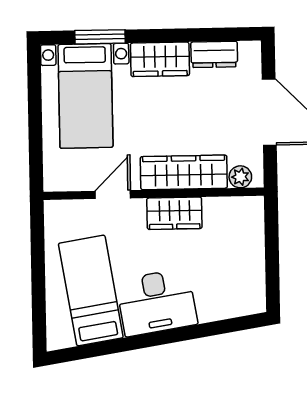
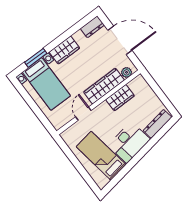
dresser: (214, 54) -> (92, 27), moved
wardrobe: (174, 213) -> (120, 98), moved
dresser: (230, 306) -> (157, 124), added

